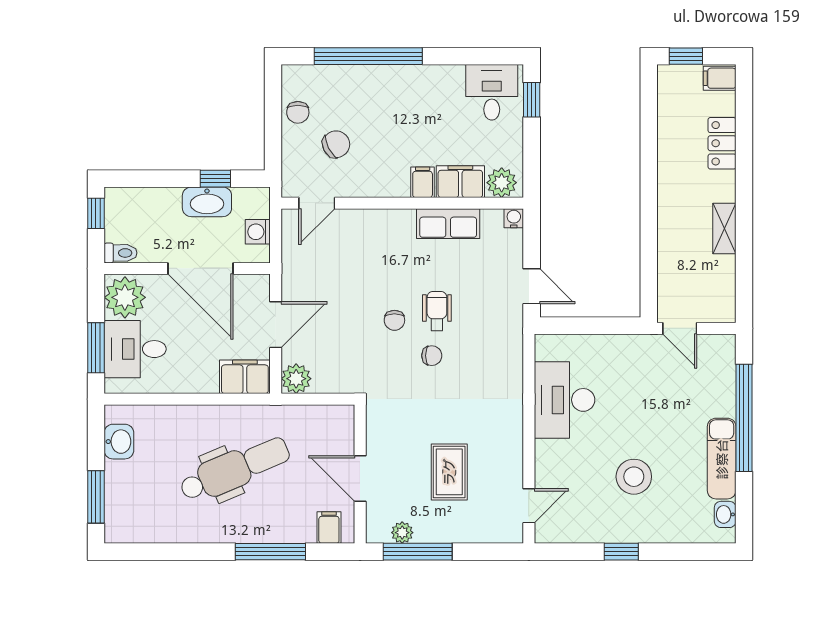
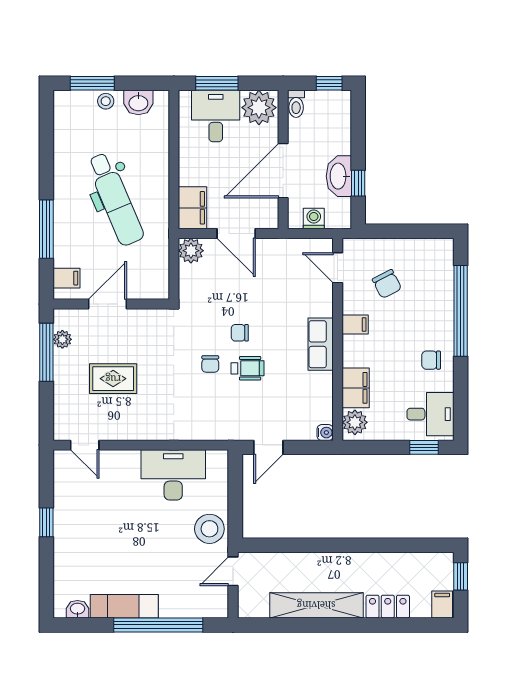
chair: (298, 112) -> (431, 360), moved
filing cabinet: (423, 182) -> (355, 324), moved
row of seats: (448, 224) -> (321, 344), moved
shelving: (724, 229) -> (316, 605), width x2.20, depth x1.33
stool: (634, 477) -> (209, 529), moved
stool: (117, 481) -> (106, 101), added

